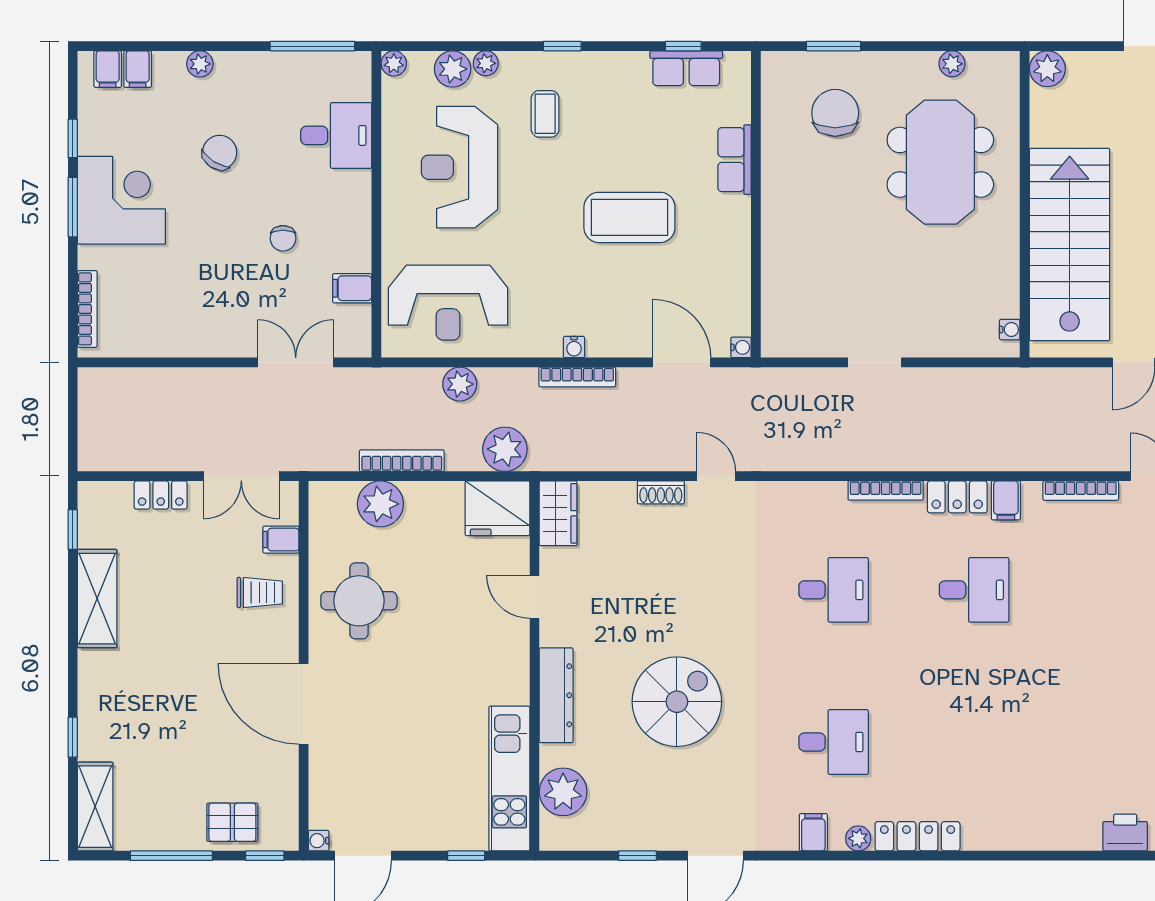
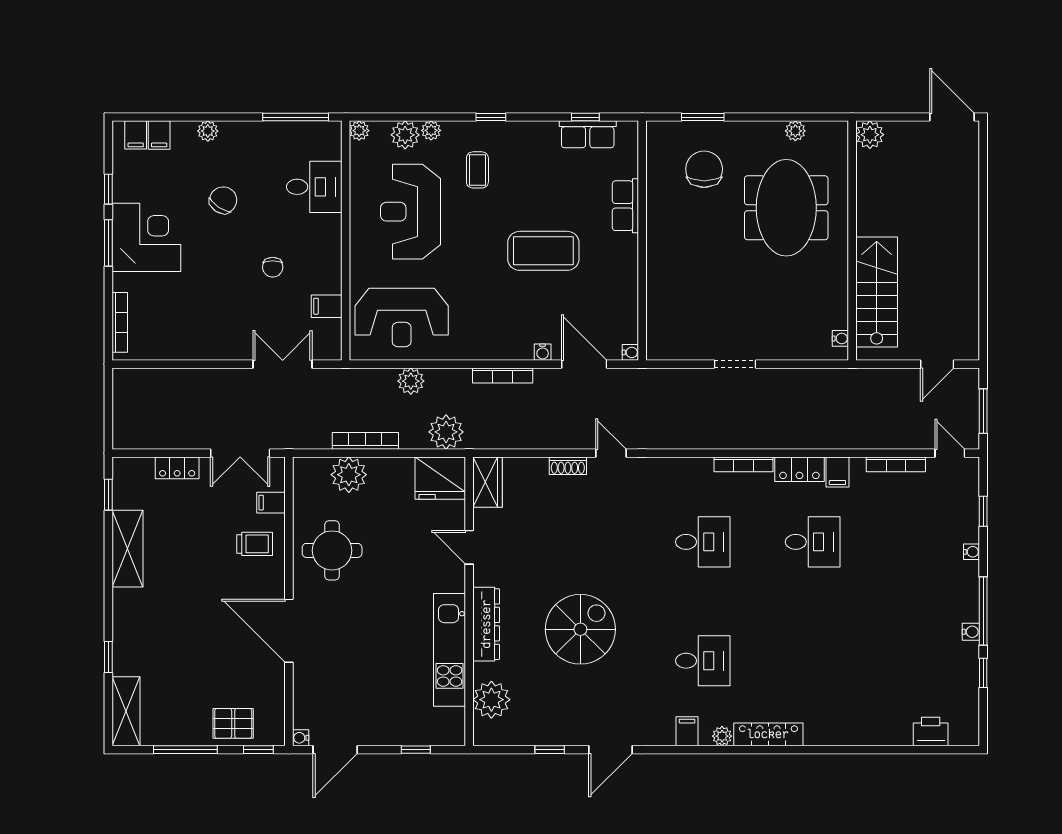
stairs: (1070, 245) -> (877, 292), width x0.73, depth x0.66
water cooler: (574, 347) -> (543, 352), moved
kitchen unit: (509, 779) -> (450, 650), moved

